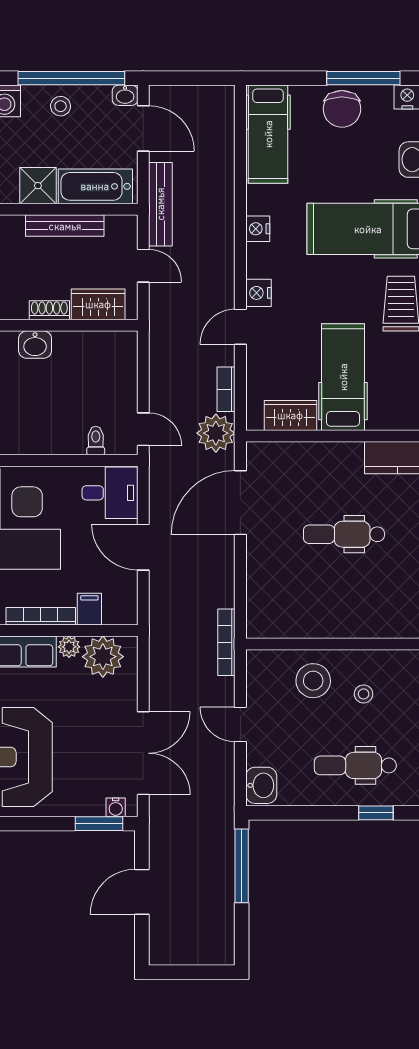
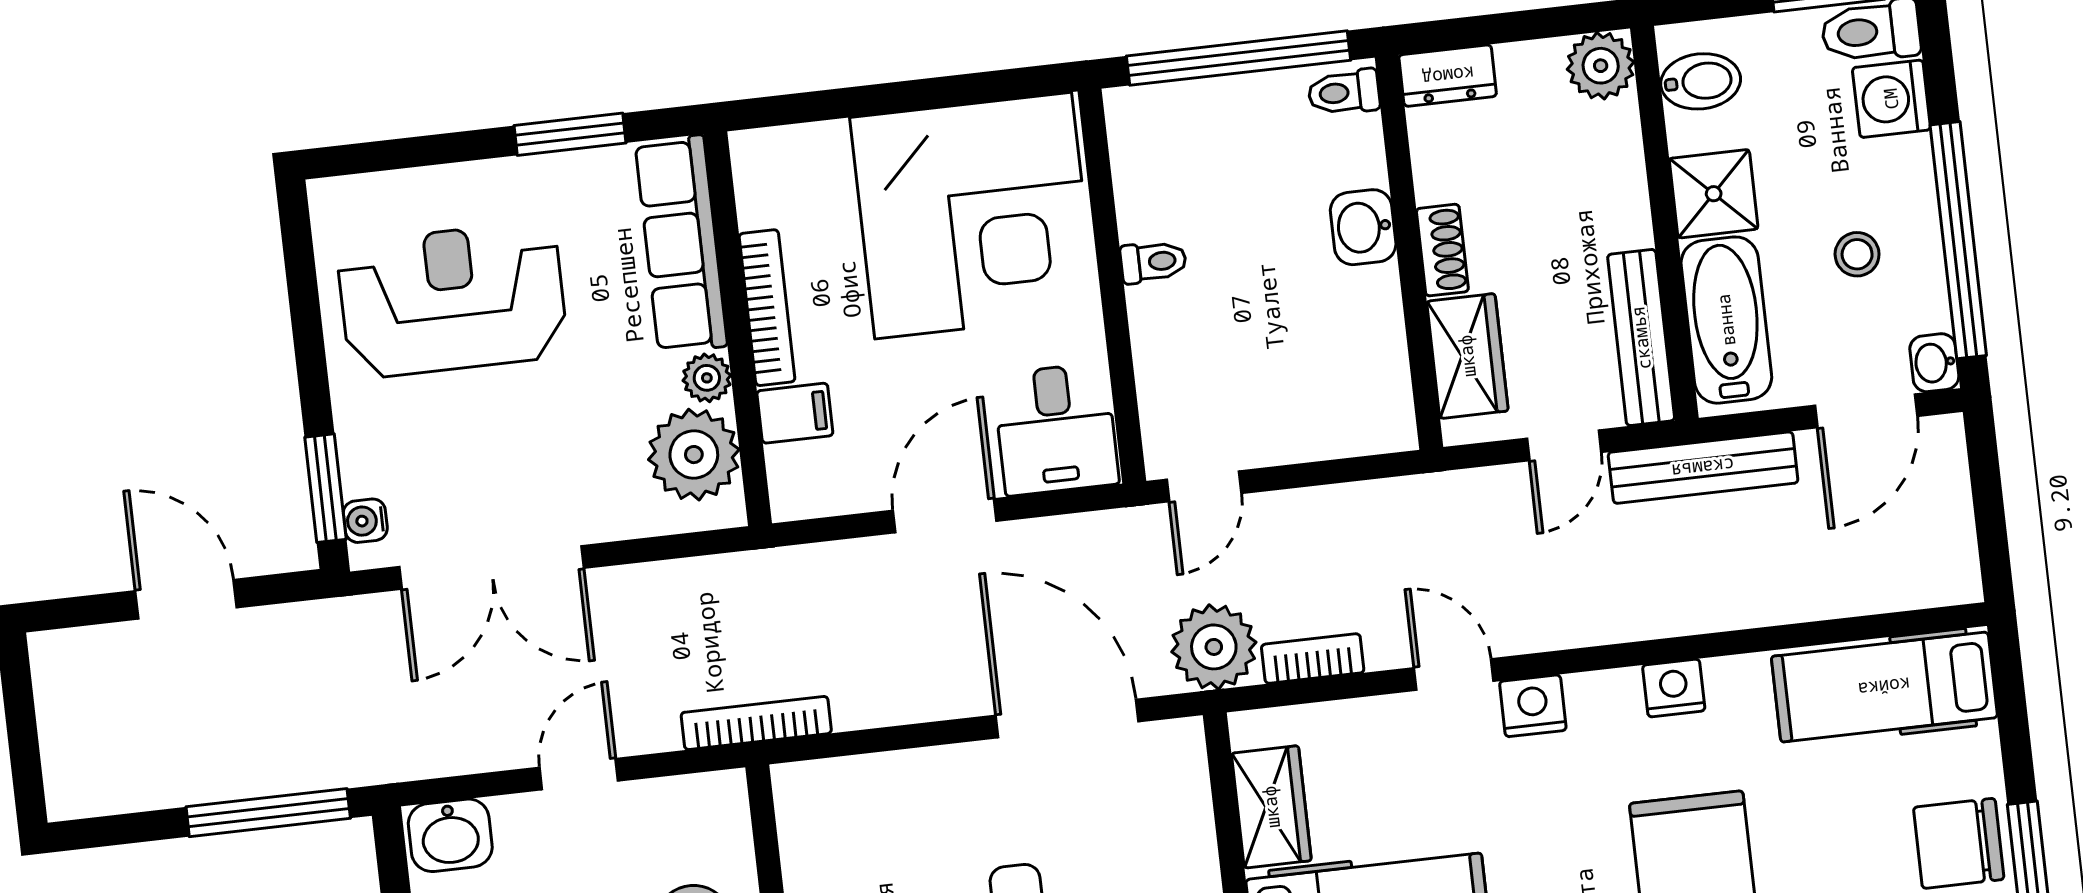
stool: (61, 106) -> (1857, 254), moved
bench: (65, 226) -> (1641, 338), moved
toilet: (96, 441) -> (1153, 262), moved

